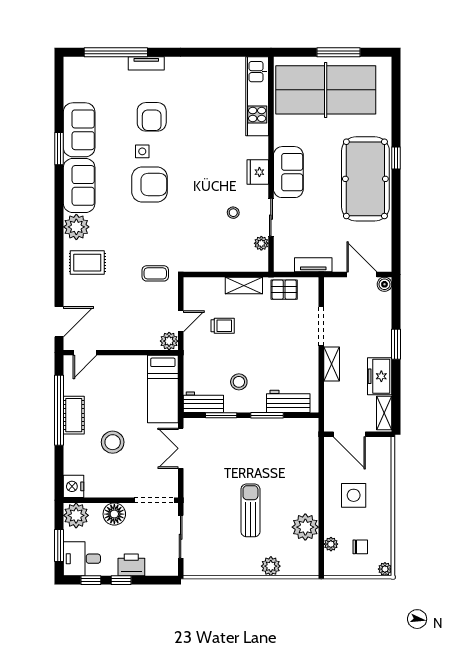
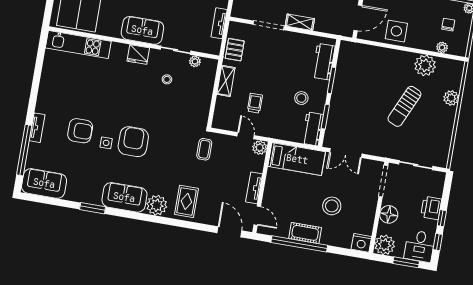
sofa: (79, 130) -> (44, 183), moved
tv unit: (118, 343) -> (254, 188), added
side table: (354, 495) -> (396, 31), moved
sun lounger: (250, 510) -> (404, 106), turned -66

